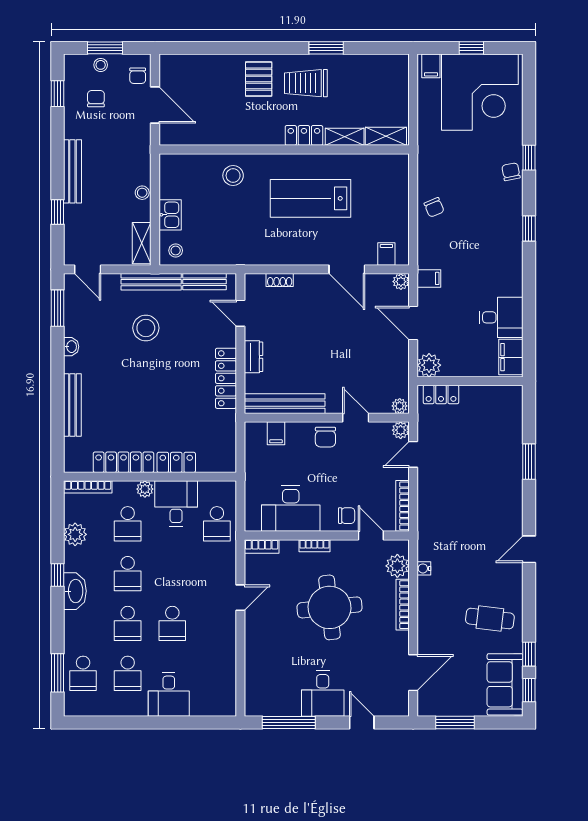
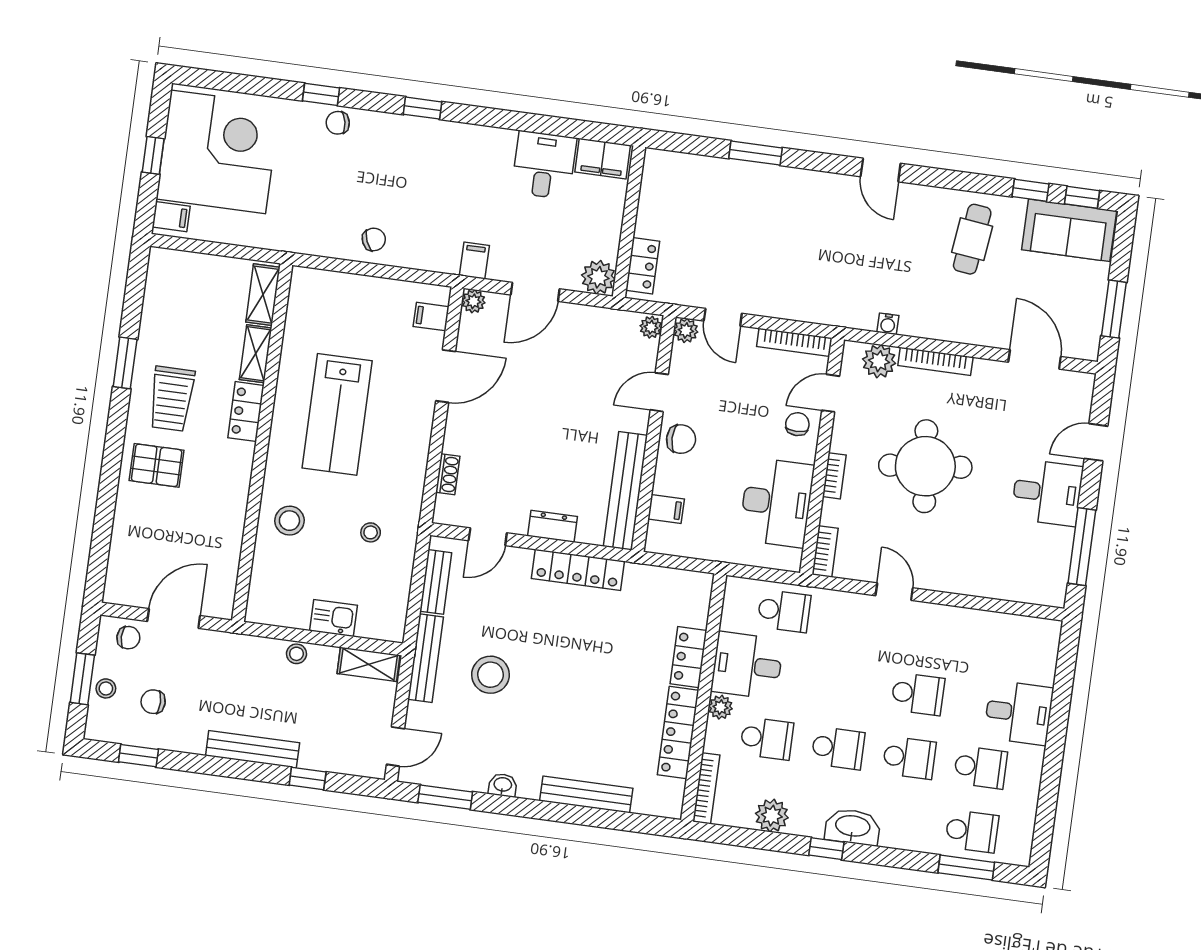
stool: (176, 251) -> (371, 532), moved

